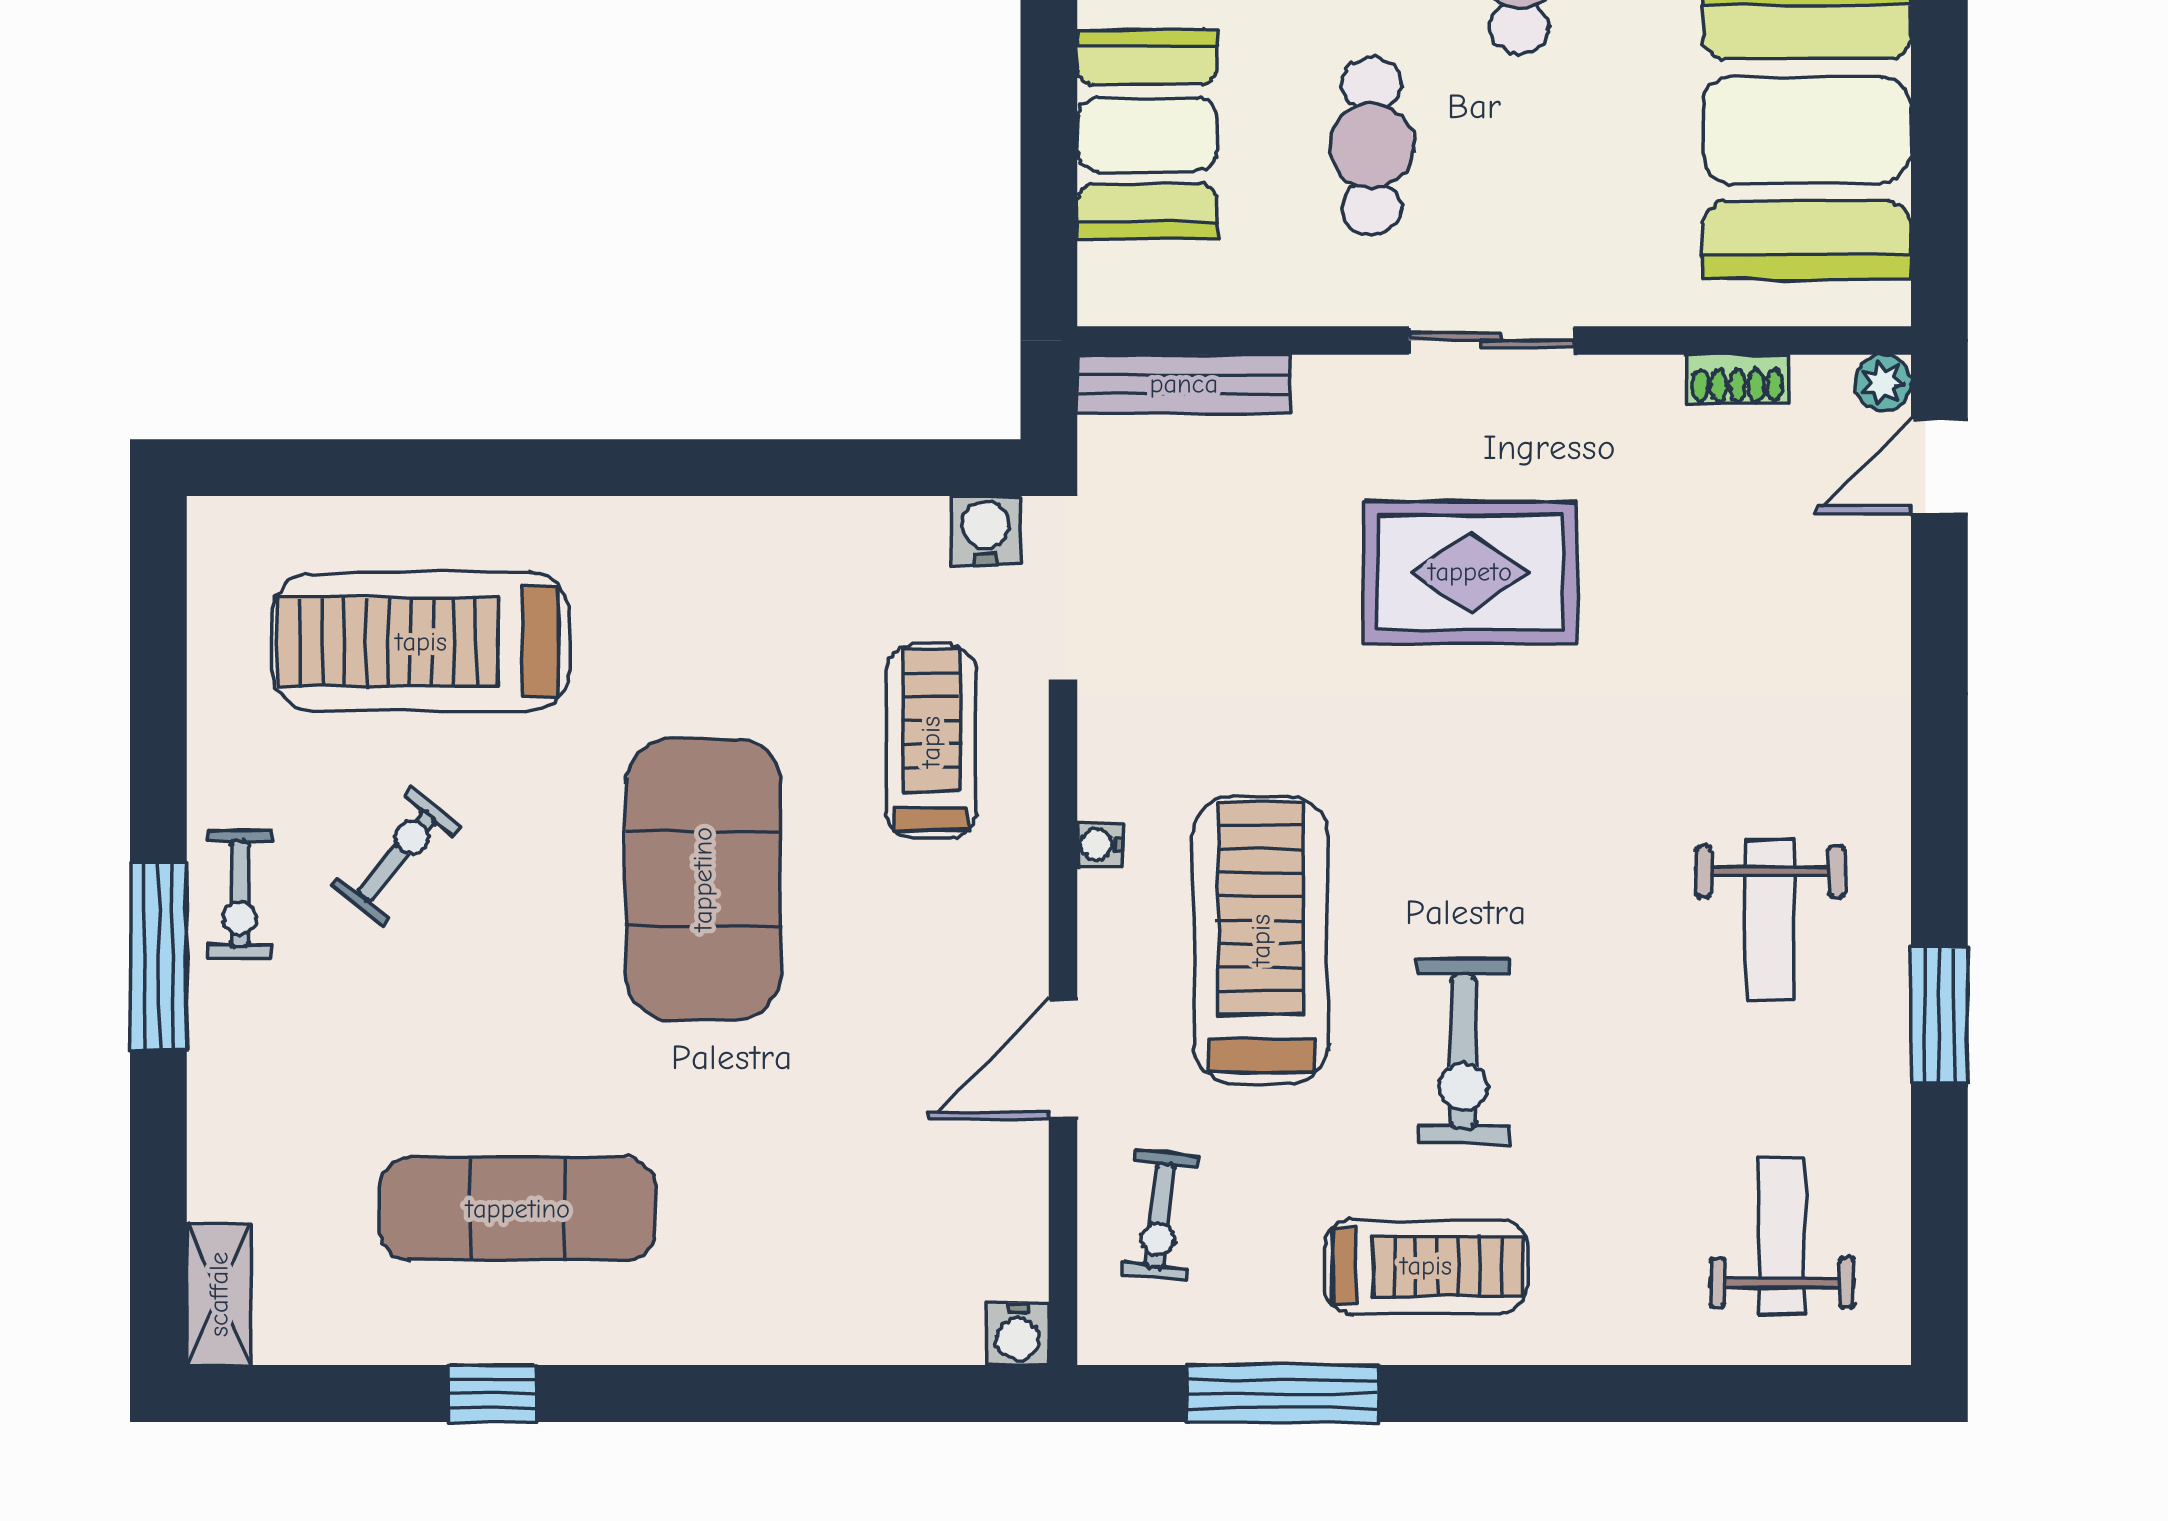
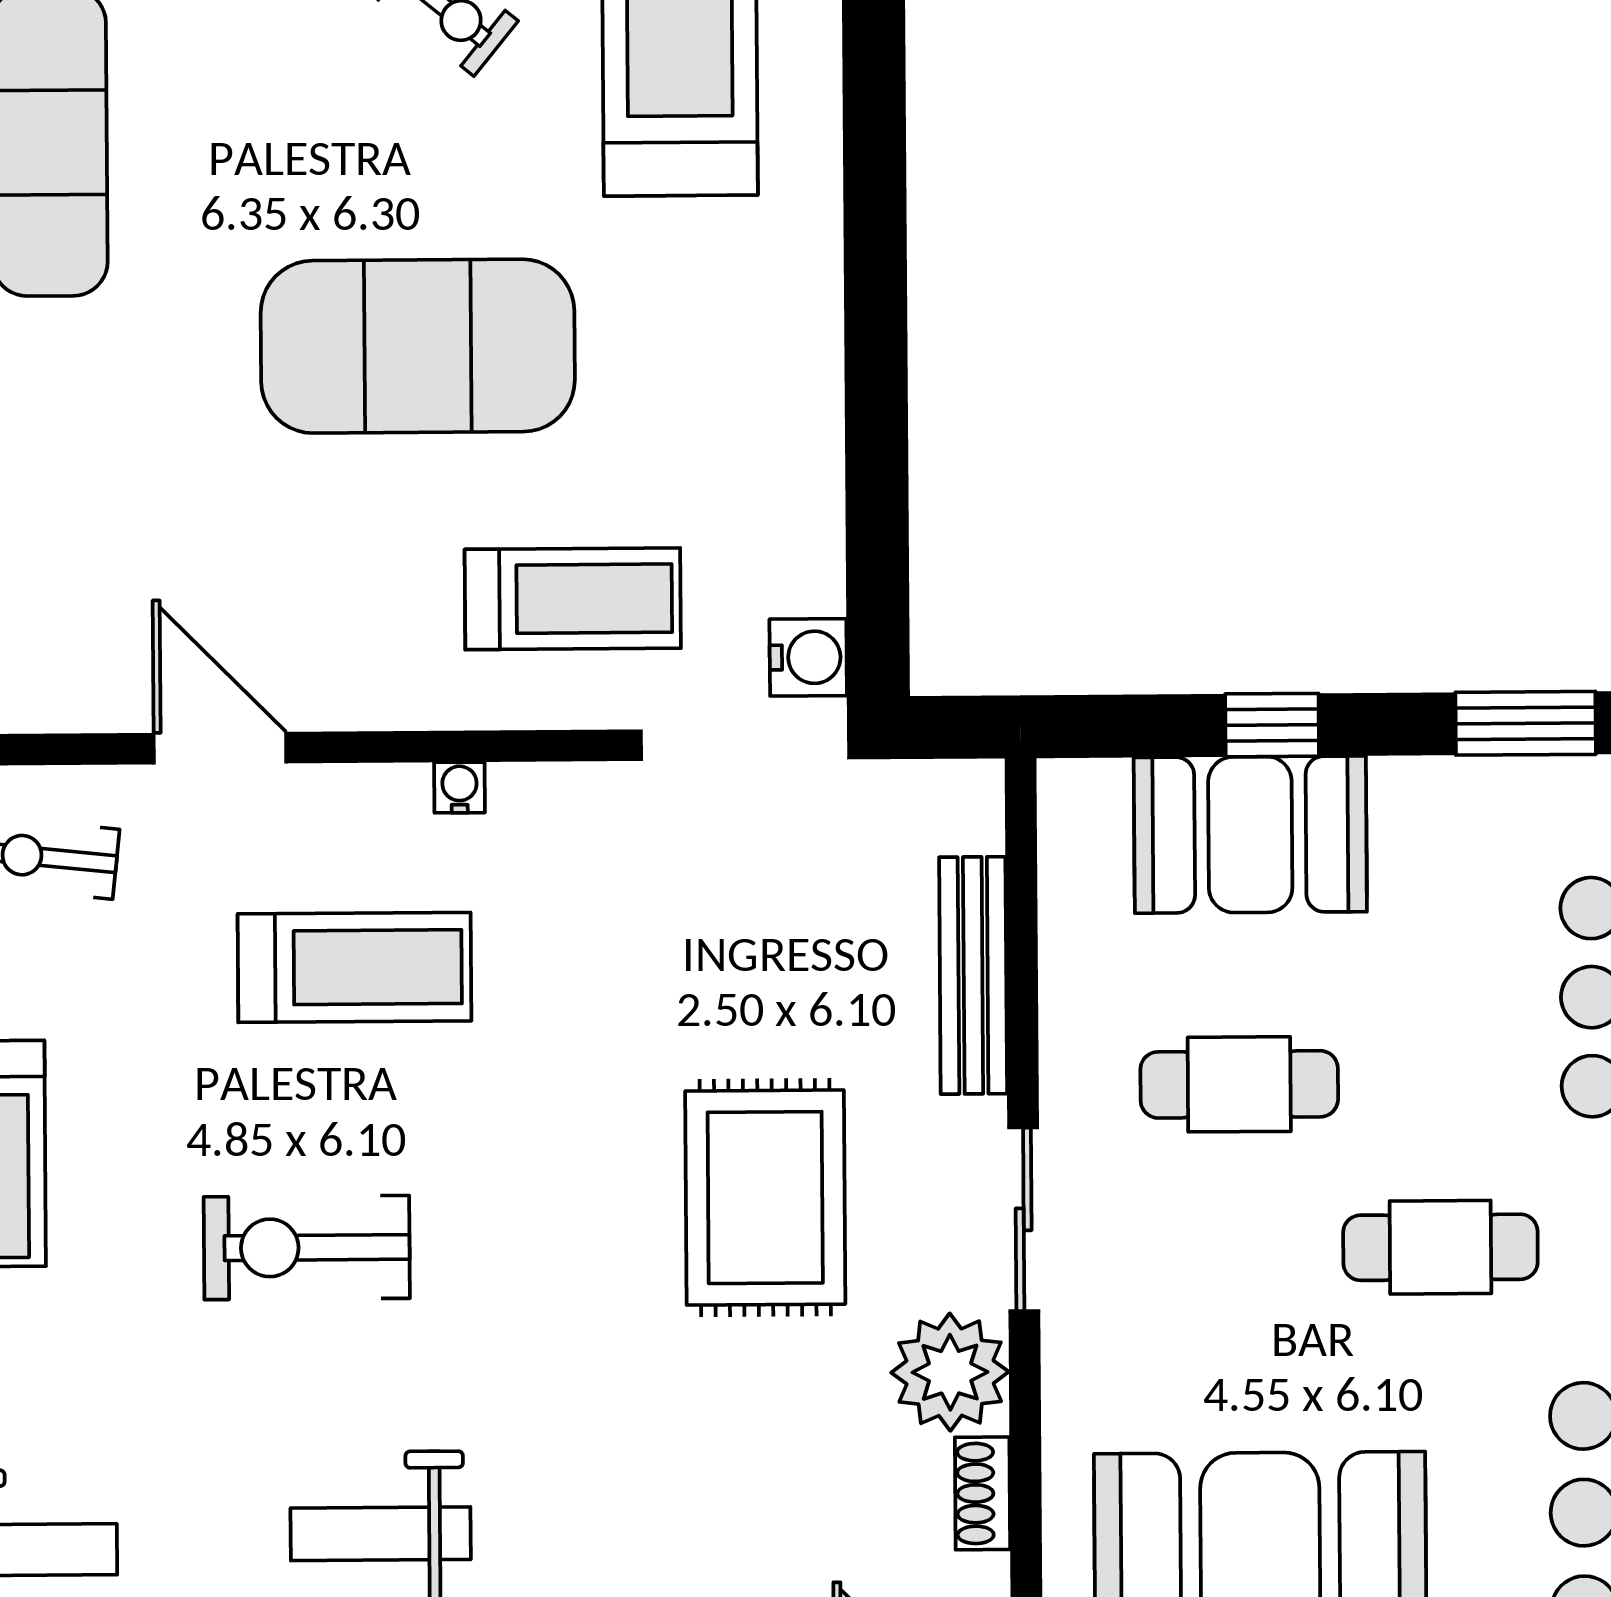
window: (1049, 114) -> (1272, 725), added
bench: (1184, 384) -> (973, 975), moved
plant: (1628, 408) -> (950, 1372), added
treadmill: (1261, 940) -> (354, 967), width x0.73, depth x0.73
exercise bike: (1463, 1051) -> (307, 1248), moved

